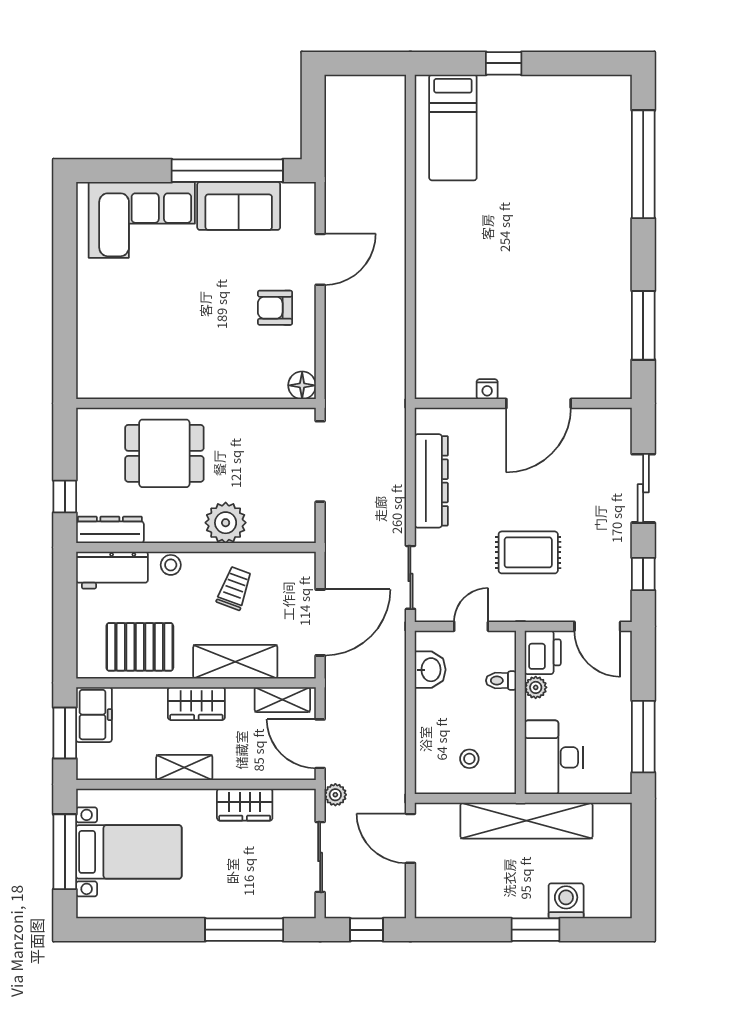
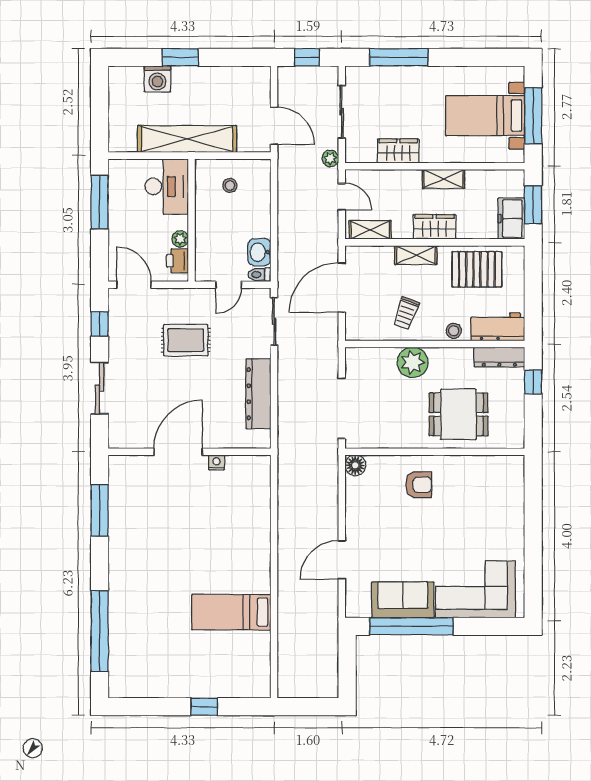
bed: (453, 127) -> (231, 612), moved, turned -90
armchair: (275, 308) -> (419, 485), moved
printer: (543, 652) -> (177, 261), width x0.73, depth x0.81
shelving: (235, 662) -> (416, 255), width x0.67, depth x0.75
toilet: (501, 681) -> (260, 275), moved, turned 180
door: (320, 744) -> (342, 197), width x0.73

